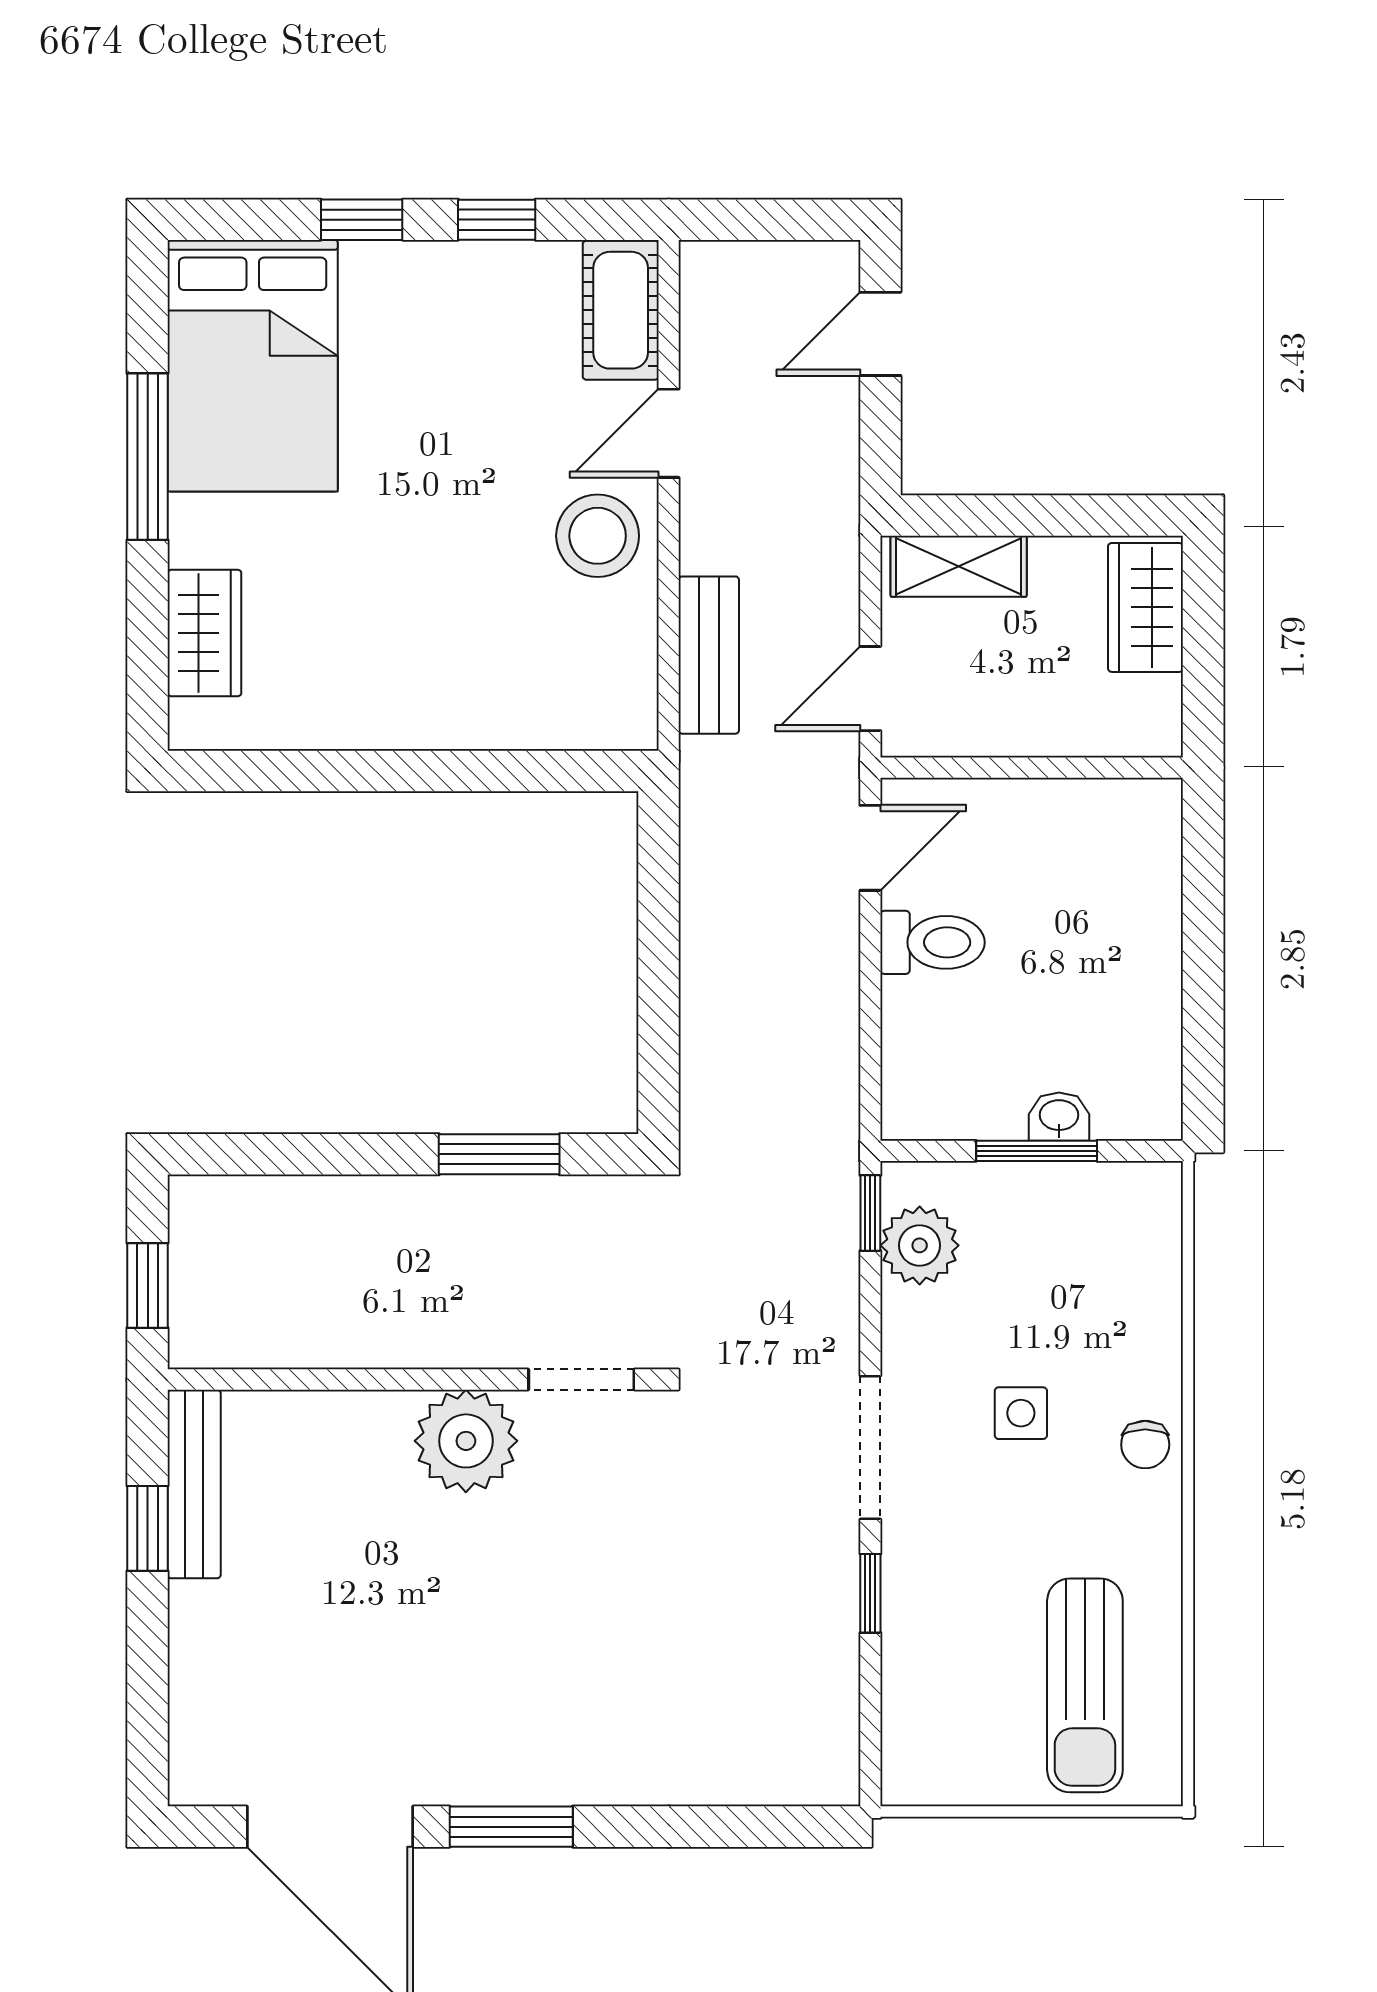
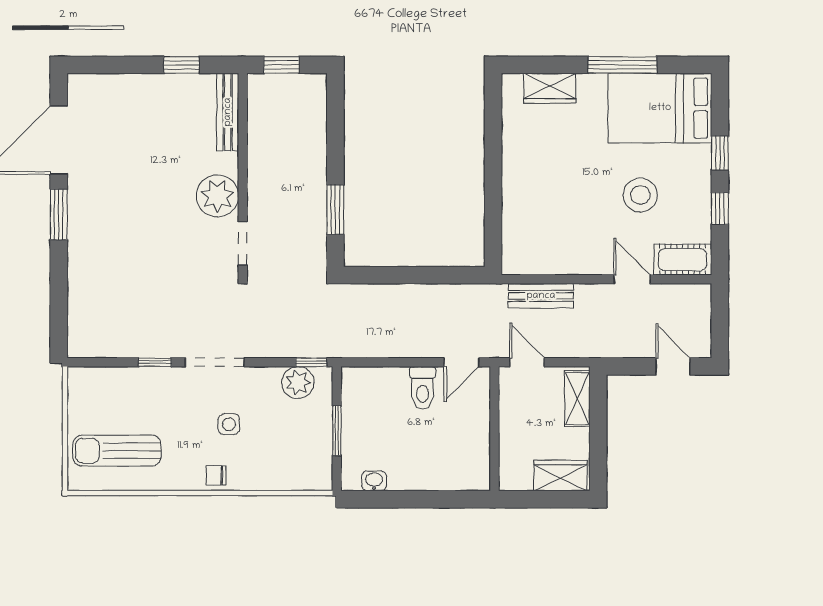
stool: (598, 536) -> (640, 195), moved
door: (870, 848) -> (461, 362), hinge flipped
washbasin: (1059, 1117) -> (374, 481), moved, turned -90
bench: (194, 1484) -> (228, 112), moved, turned 90

